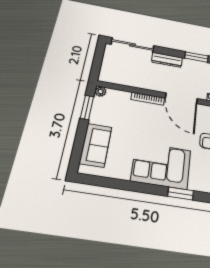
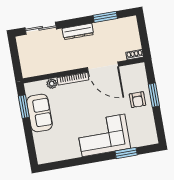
sliding door: (132, 45) -> (41, 28), width x0.73
plant: (101, 92) -> (52, 84), moved
sofa: (96, 145) -> (40, 113), moved

